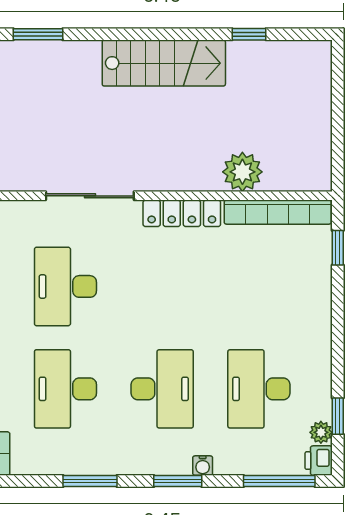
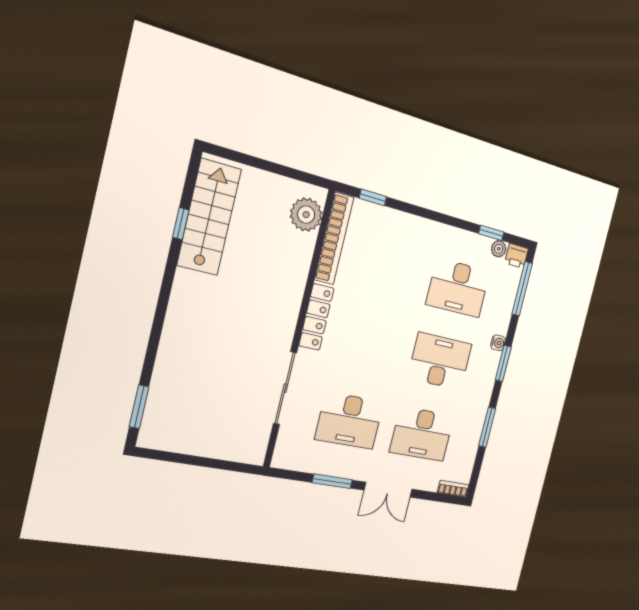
stairs: (164, 63) -> (209, 217), moved
plant: (242, 172) -> (306, 215), moved

